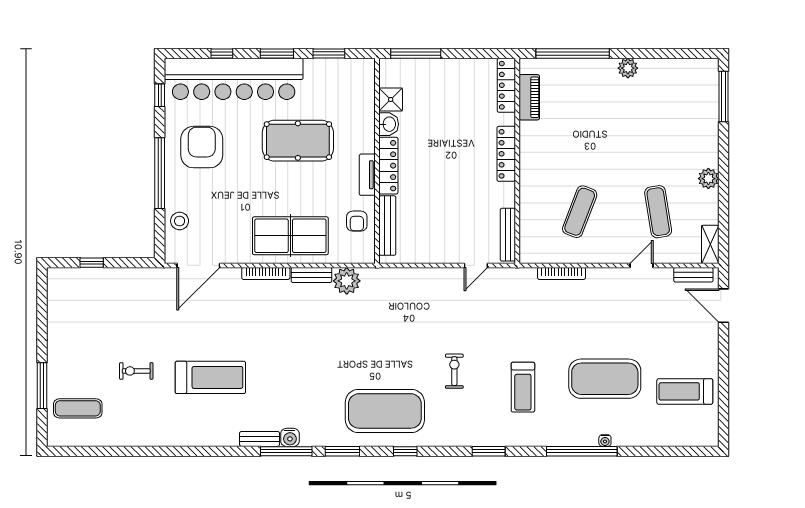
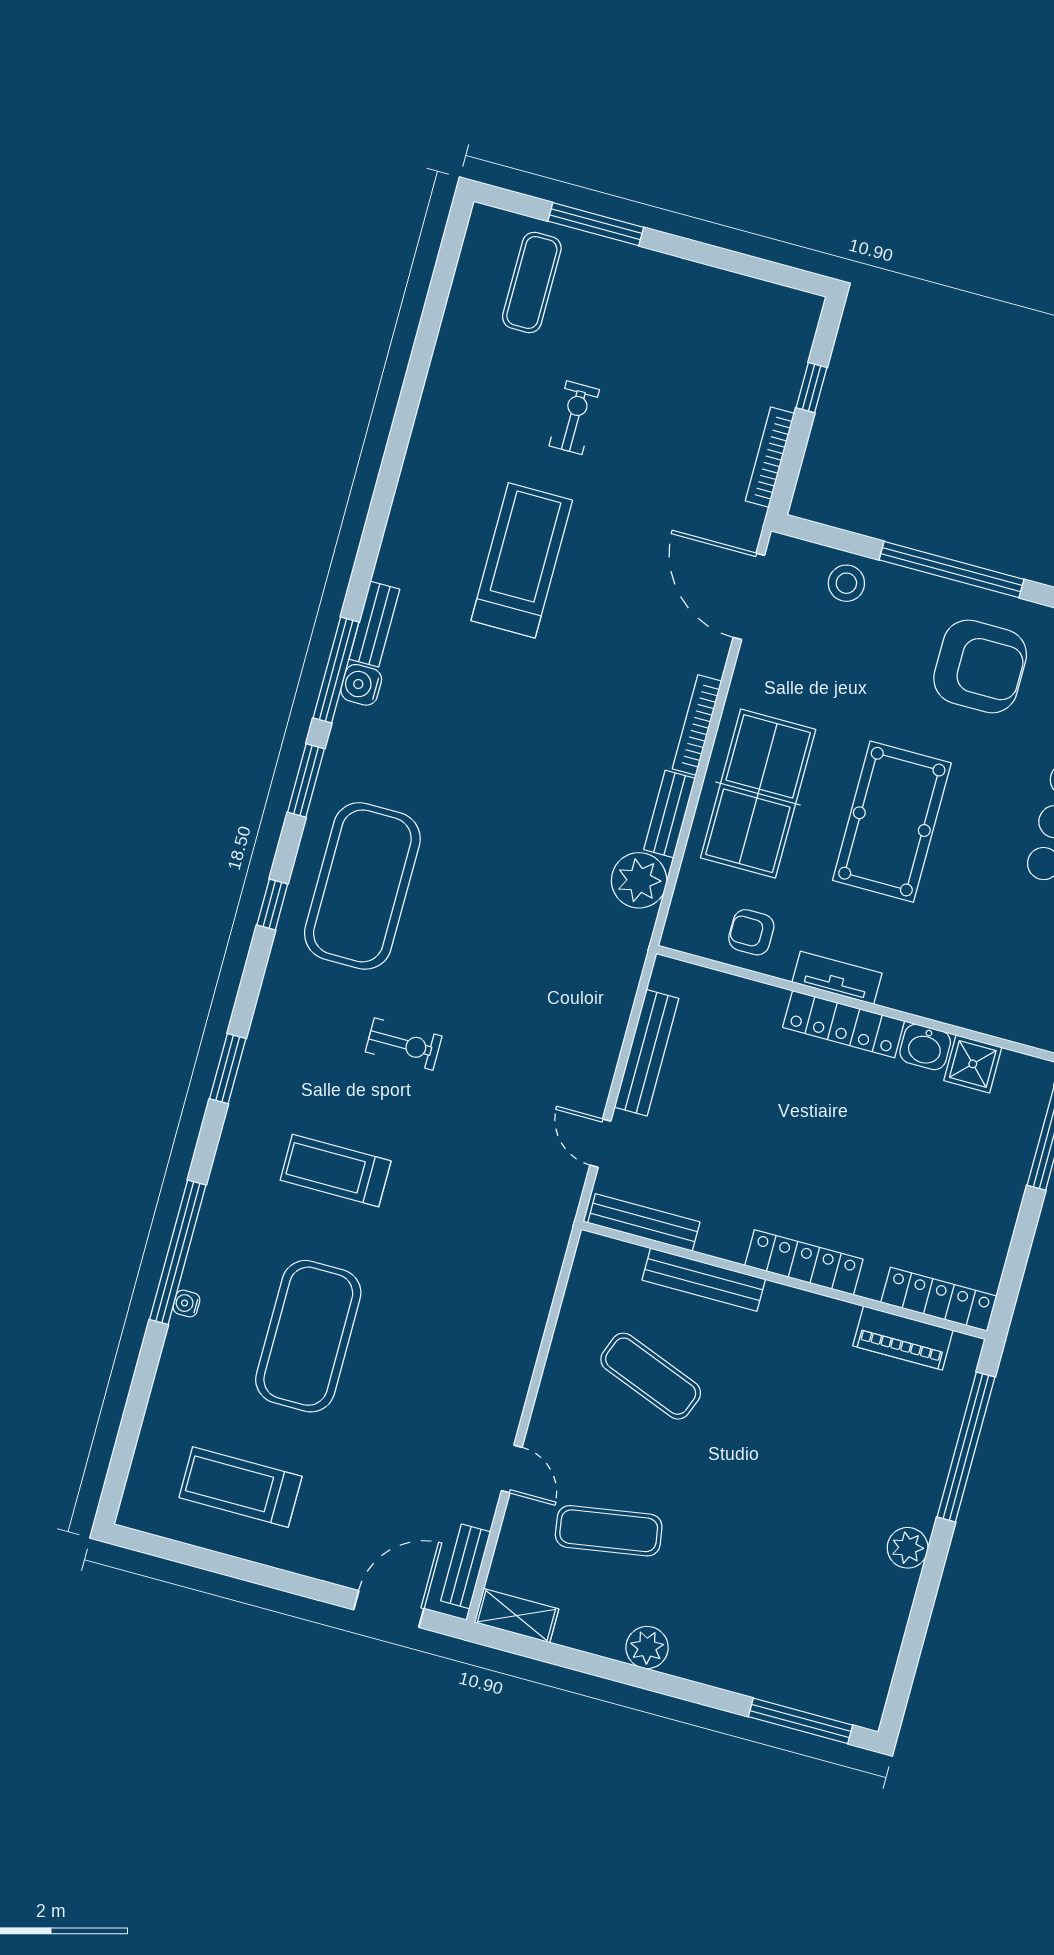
pool table: (298, 141) -> (892, 822), moved
bench: (527, 199) -> (704, 1280), added
bench: (387, 226) -> (647, 1053), moved, turned 90
bookcase: (561, 273) -> (770, 457), moved
treadmill: (210, 377) -> (522, 560), turned 180
treadmill: (685, 391) -> (240, 1487), turned -90

